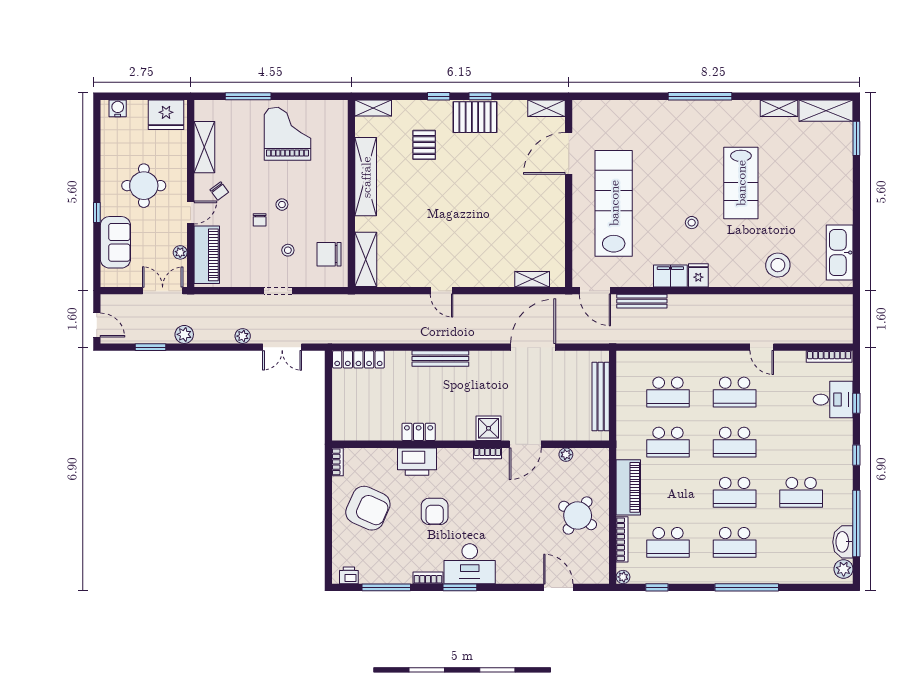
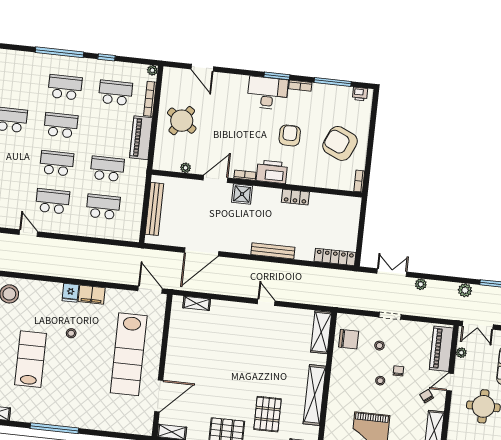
pallet: (424, 145) -> (268, 414), width x1.50, depth x1.42
bench: (642, 301) -> (115, 278), removed
printer: (417, 462) -> (272, 172), moved
window: (657, 587) -> (107, 57), moved

